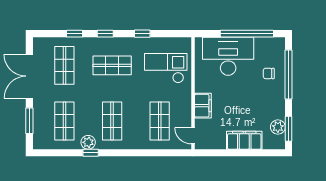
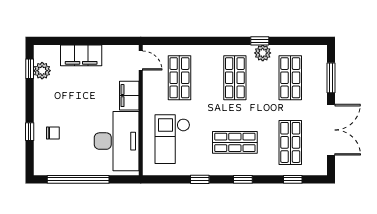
window: (74, 34) -> (293, 179), moved
desk: (228, 56) -> (117, 141), moved, turned -90
checkout: (166, 68) -> (172, 139), turned 90
window: (289, 75) -> (30, 132), width x0.32
window: (289, 129) -> (30, 69), width x0.67

